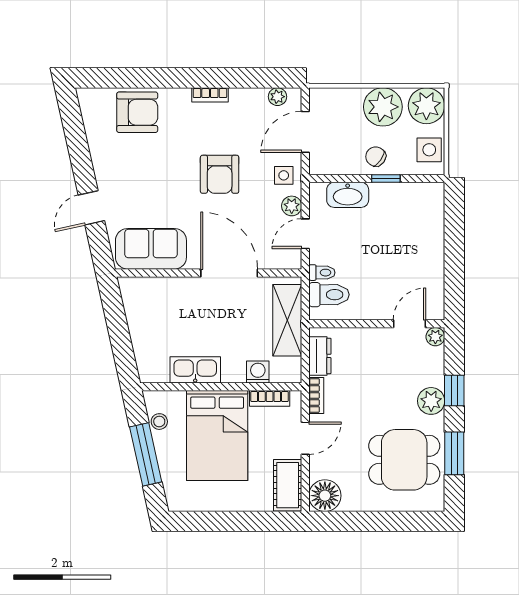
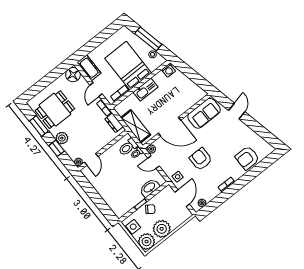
plant: (292, 206) -> (151, 149), moved
door: (305, 234) -> (154, 162), swing flipped
kitchen sink: (195, 370) -> (146, 90), moved
washing machine: (258, 372) -> (168, 70), moved

